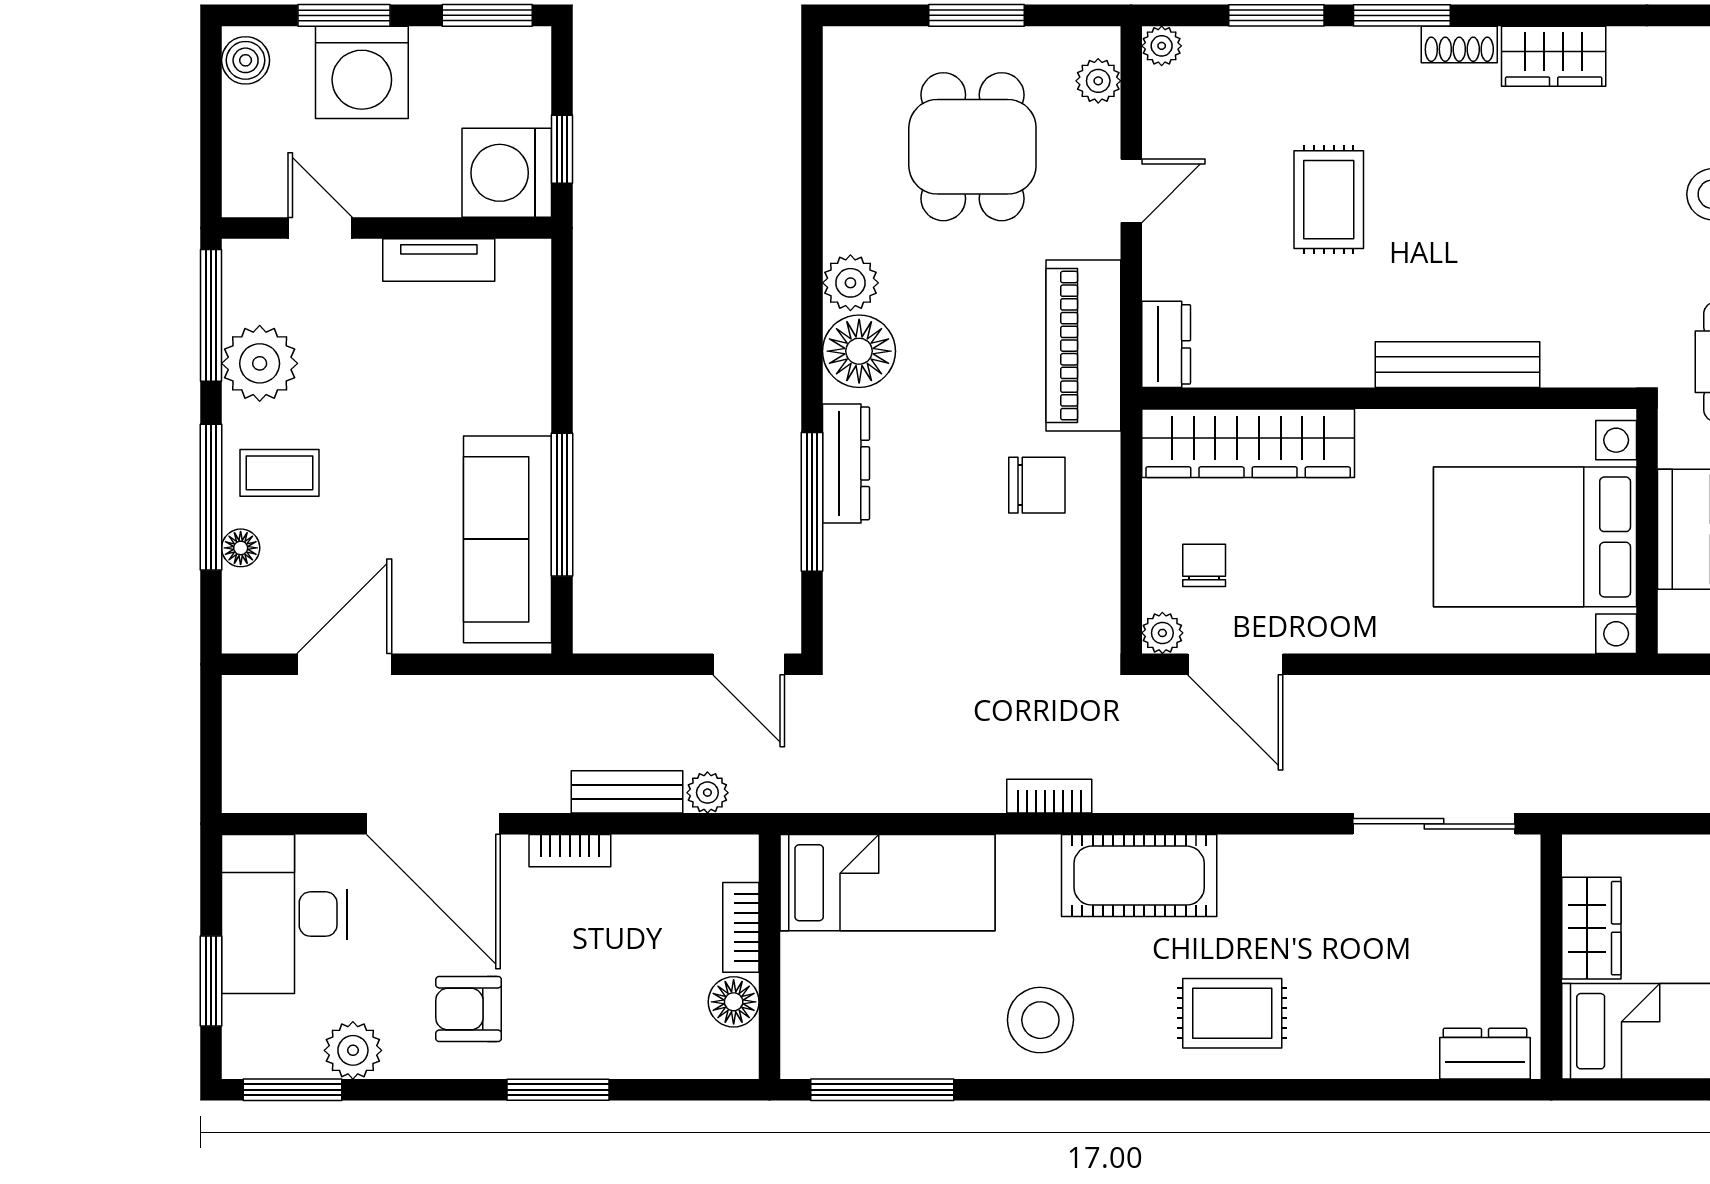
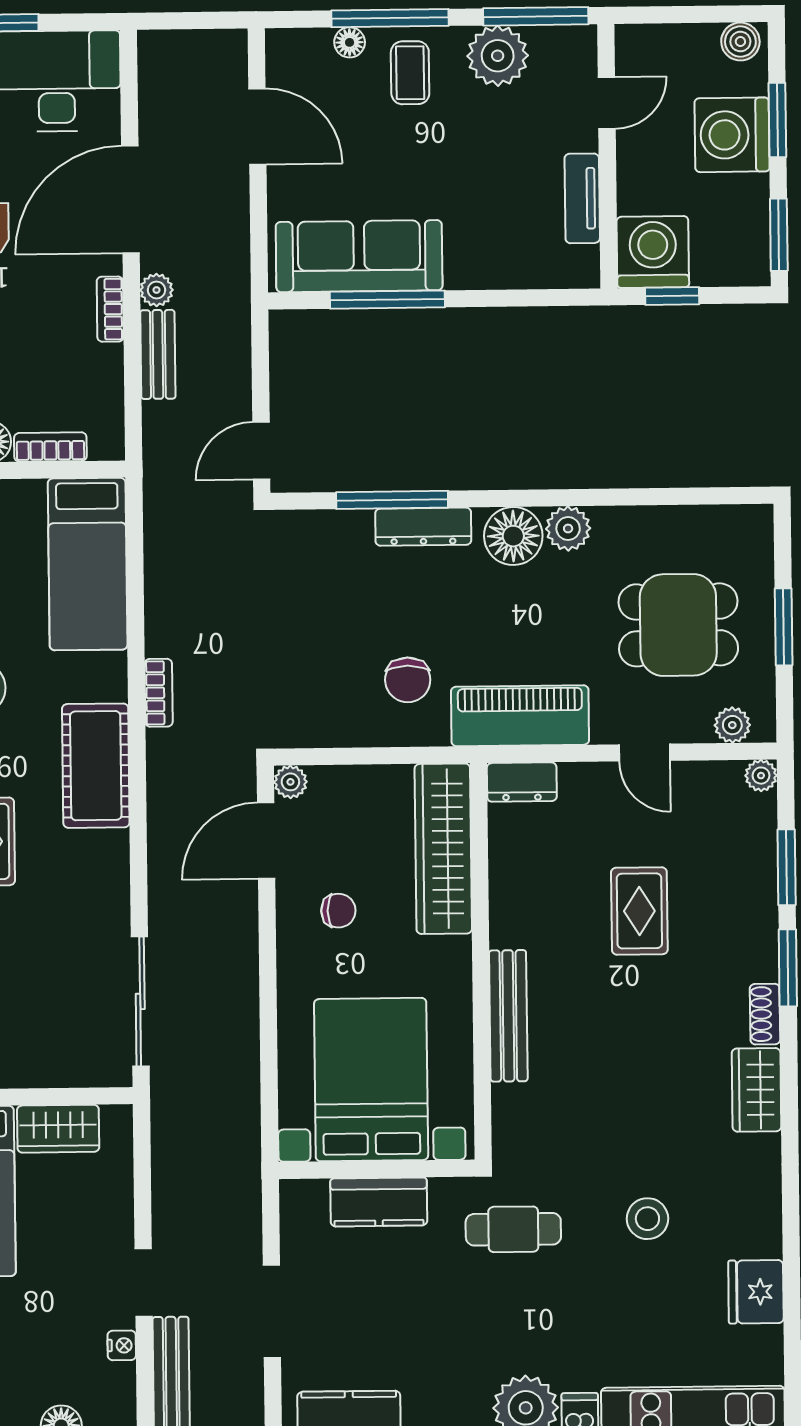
rug: (1329, 200) -> (639, 911), turned 90
chair: (1204, 565) -> (338, 911), moved
plant: (707, 793) -> (157, 290), moved

